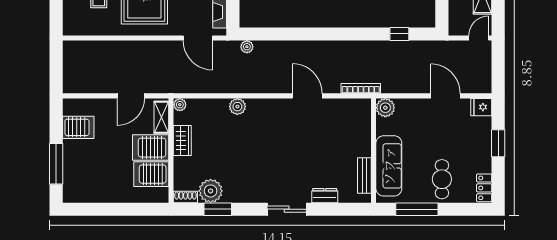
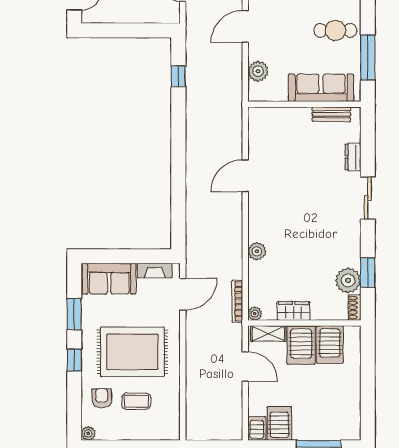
plant: (247, 47) -> (192, 241), removed
bookcase: (361, 88) -> (237, 301), moved
server rack: (73, 107) -> (257, 428), added
plant: (385, 108) -> (258, 71), moved

